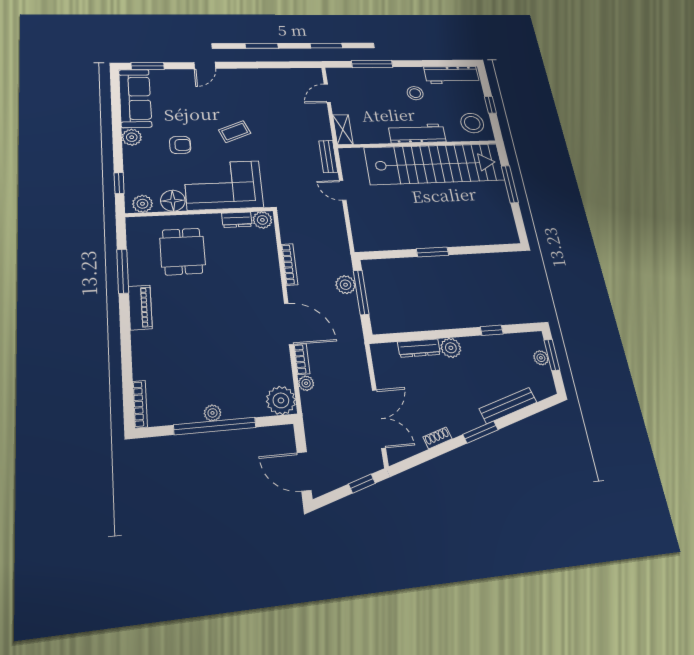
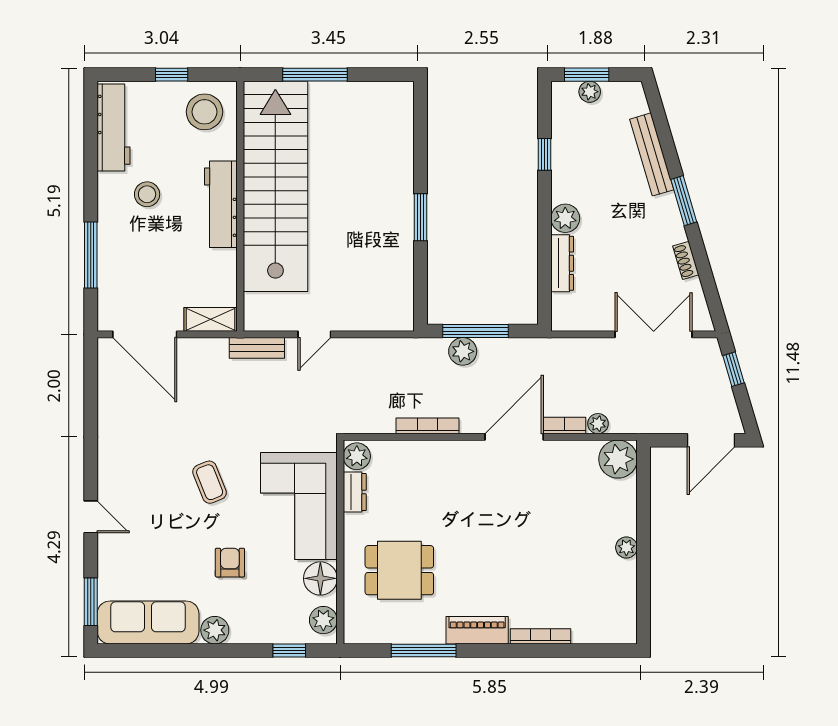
door: (327, 93) -> (145, 334), width x1.87
bookcase: (140, 404) -> (540, 636), moved
window: (215, 426) -> (644, 546), removed

